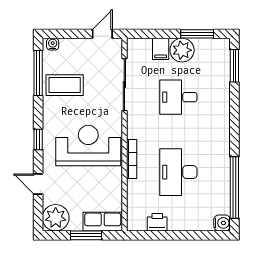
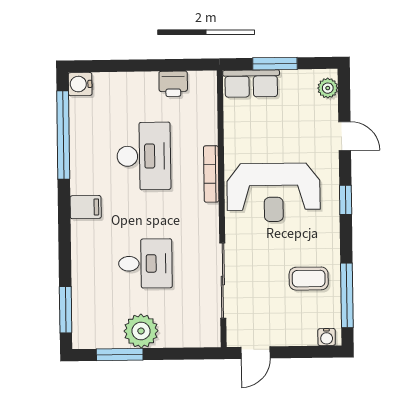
filing cabinet: (161, 49) -> (86, 207), moved, turned 90
coffee table: (65, 85) -> (309, 279), width x0.73, depth x0.77
plant: (56, 218) -> (328, 88), width x0.53, depth x0.53

